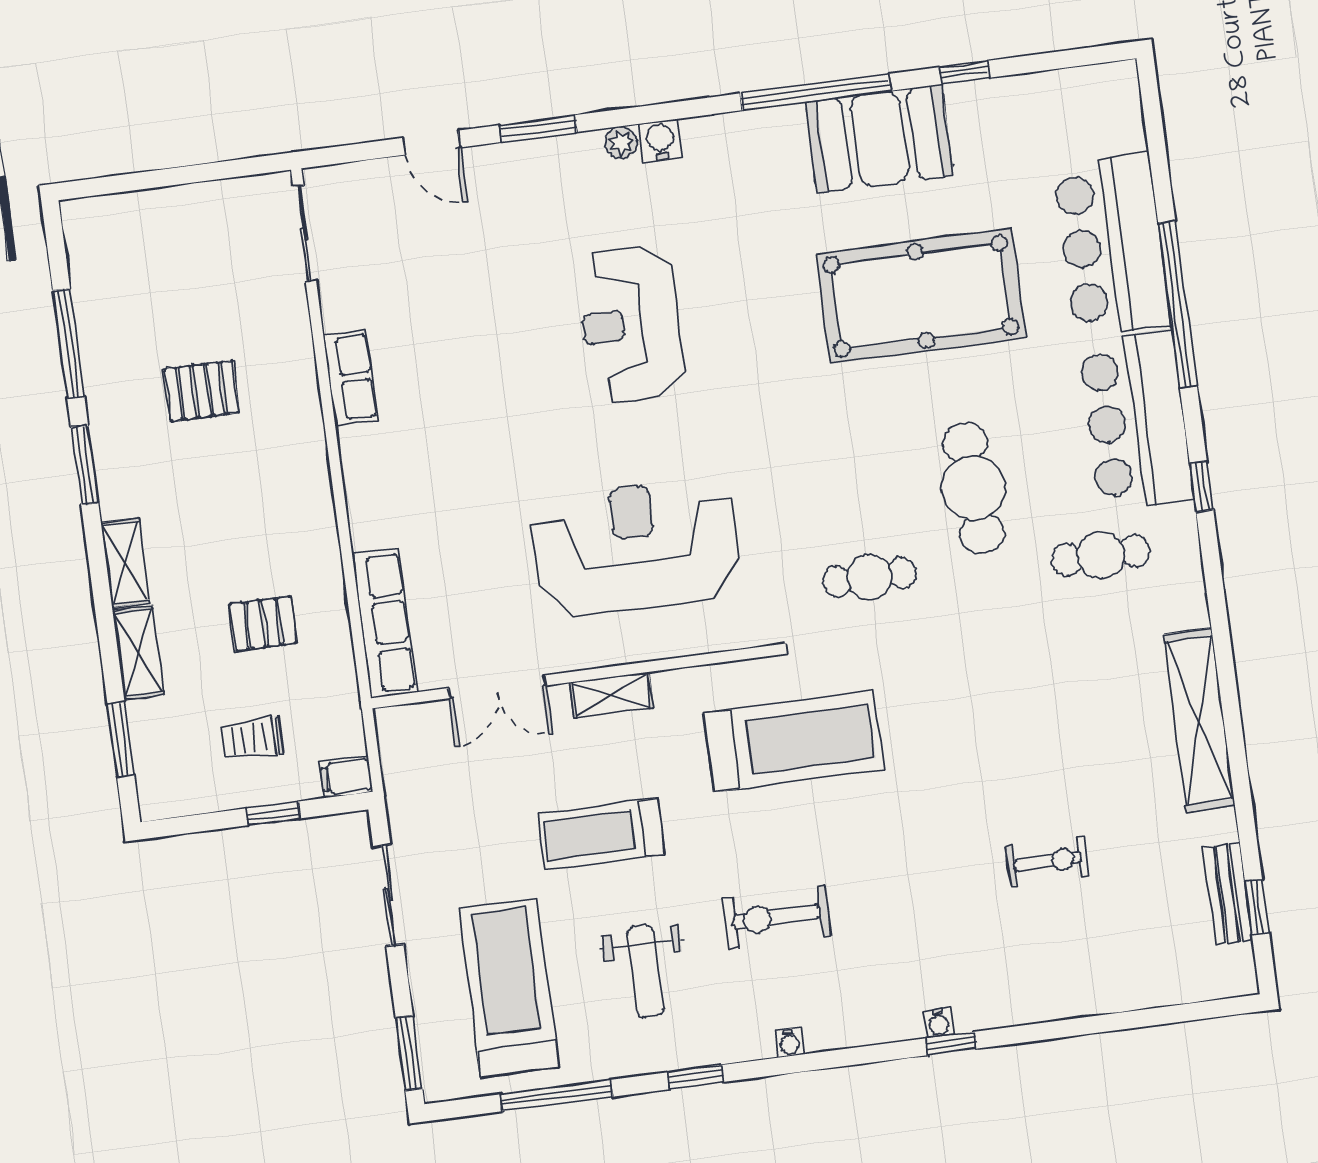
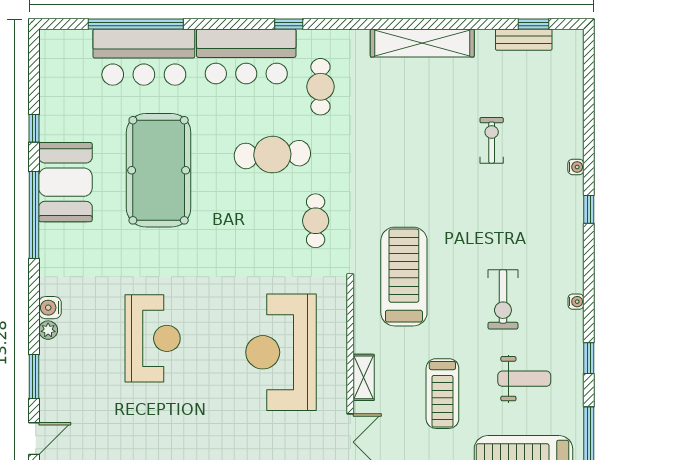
window: (1178, 304) -> (136, 24), moved
reception desk: (631, 324) -> (153, 338), turned -90
water cooler: (939, 1023) -> (576, 167), moved

